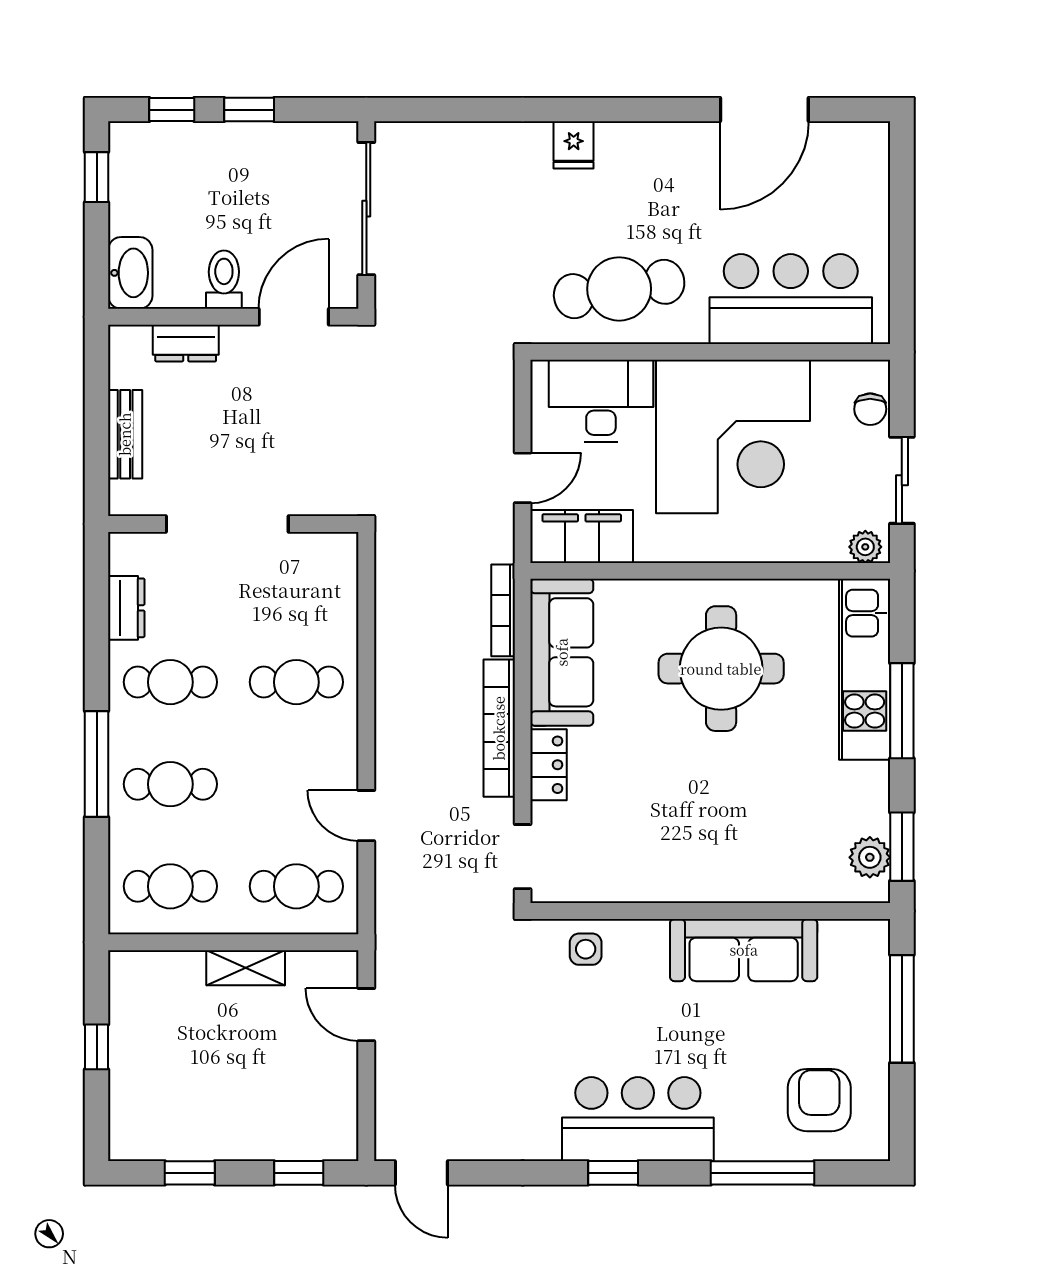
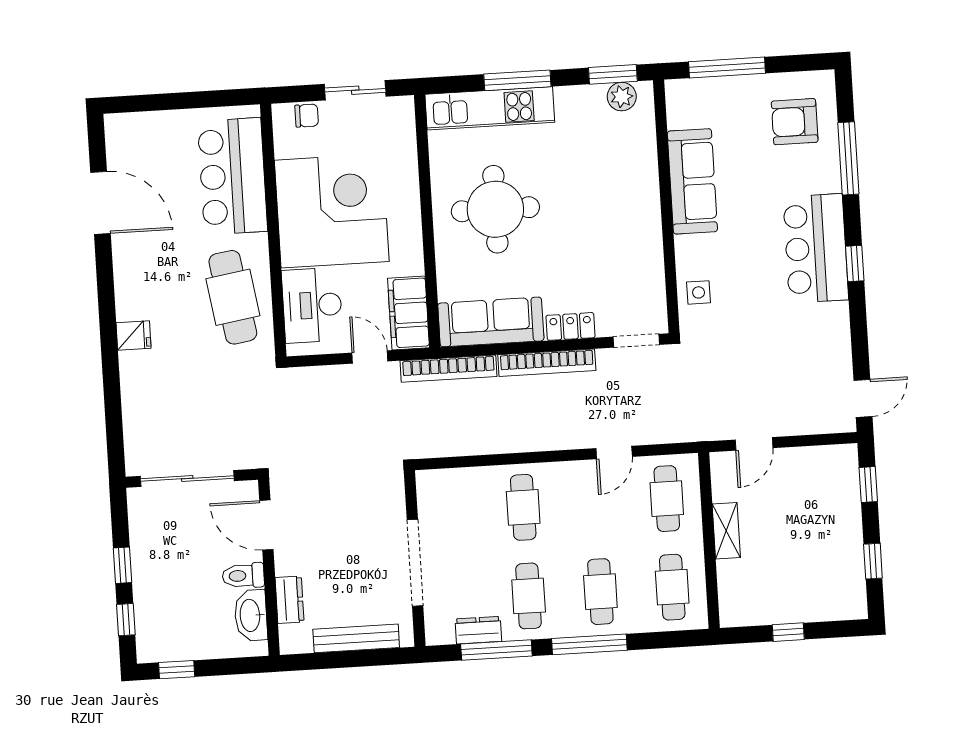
washbasin: (130, 273) -> (251, 615), moved, turned -90
bench: (125, 434) -> (356, 638), width x1.36
plant: (865, 547) -> (404, 113), removed
bookcase: (503, 610) -> (449, 369), width x1.48, depth x1.31
window: (97, 632) -> (496, 650), added

